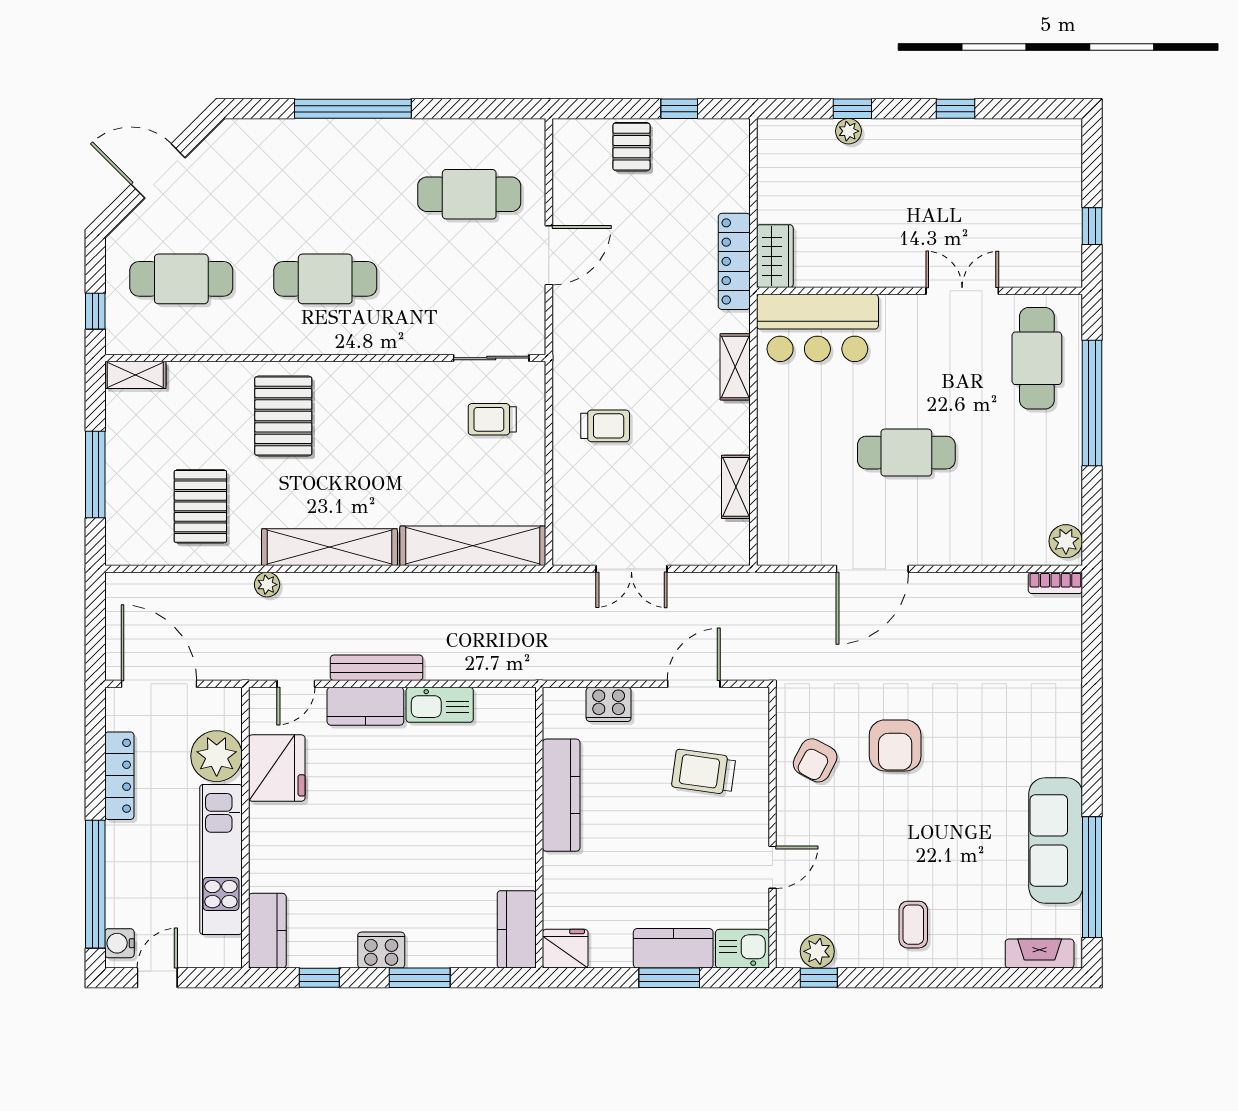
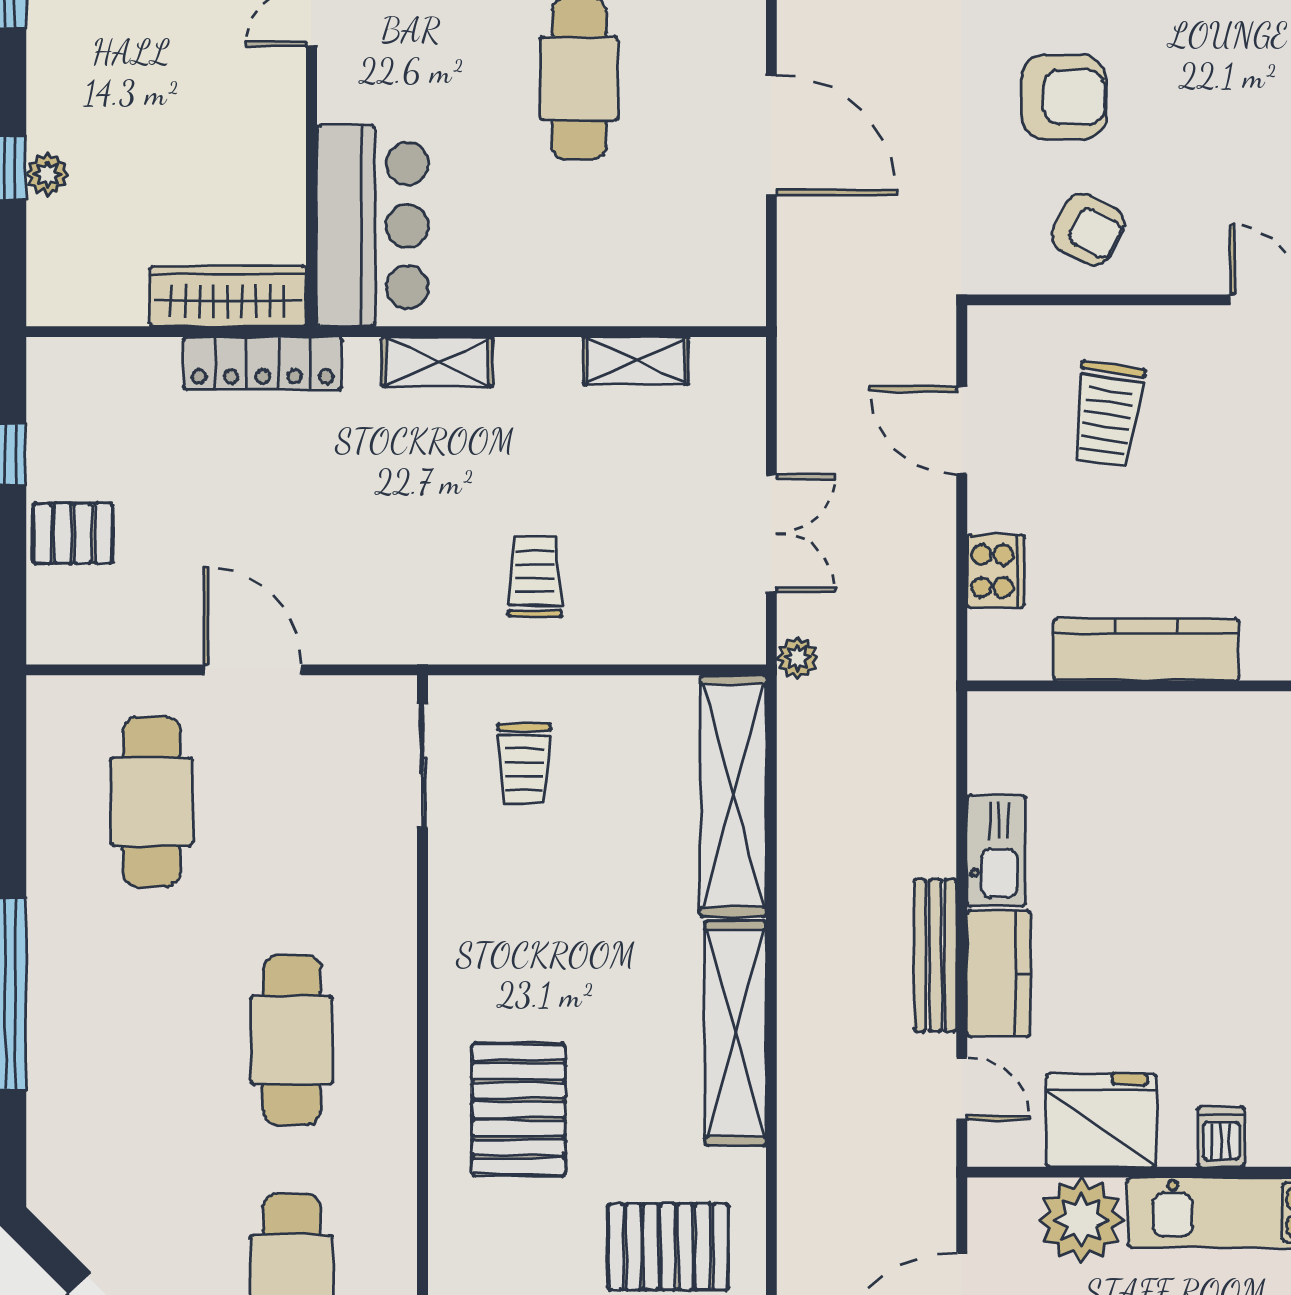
wardrobe: (775, 256) -> (228, 296), width x1.50
pallet: (283, 416) -> (518, 1109), turned 90
plant: (267, 585) -> (797, 658), moved
dishwasher: (267, 841) -> (1221, 1137), added

